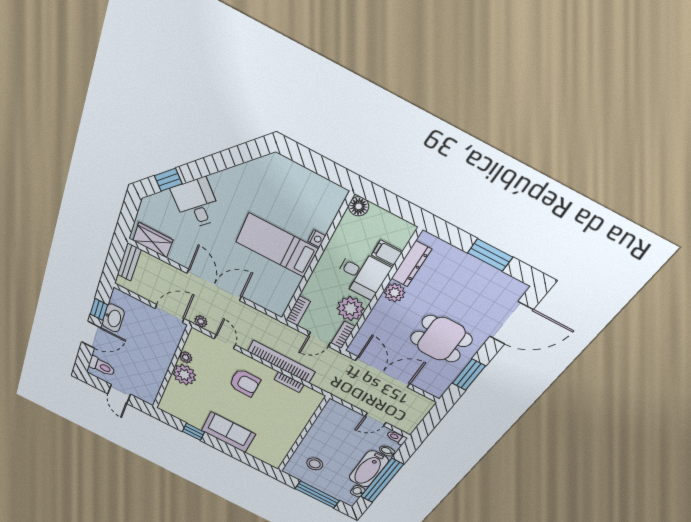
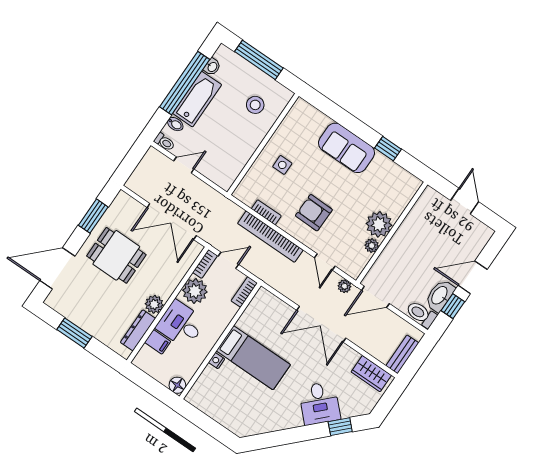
toilet: (102, 366) -> (421, 314), moved
side table: (282, 420) -> (282, 165), added

